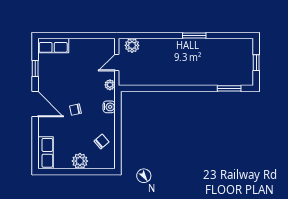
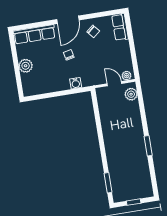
window: (35, 68) -> (98, 15), removed
plant: (110, 85) -> (126, 76), moved
chair: (101, 142) -> (93, 31), moved
row of seats: (45, 153) -> (34, 34), width x1.48

